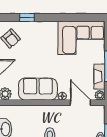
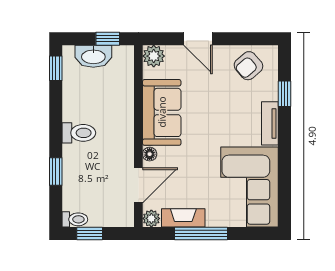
tv unit: (44, 26) -> (270, 123), added

